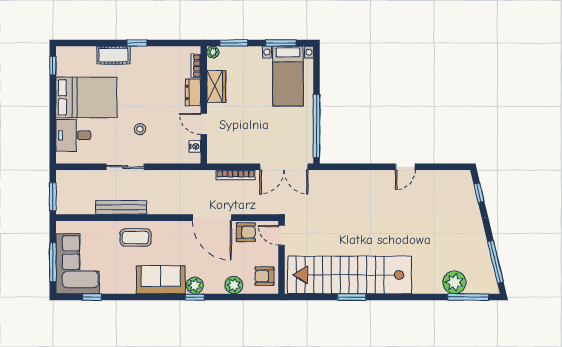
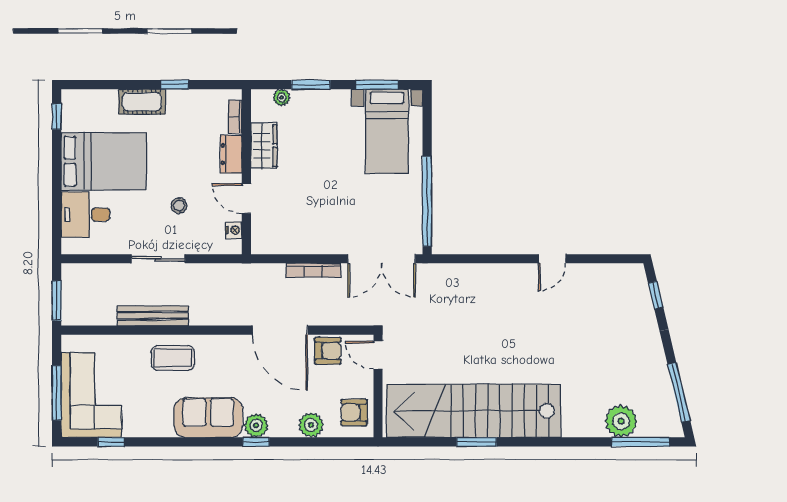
bookcase: (196, 66) -> (235, 117), moved
wardrobe: (216, 86) -> (264, 146), moved
dresser: (193, 92) -> (231, 154), moved
wall: (204, 105) -> (246, 172), moved
door: (204, 124) -> (246, 199), moved
nightstand: (195, 146) -> (234, 230), moved

